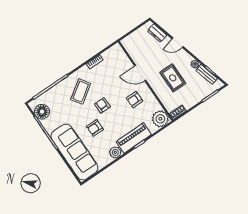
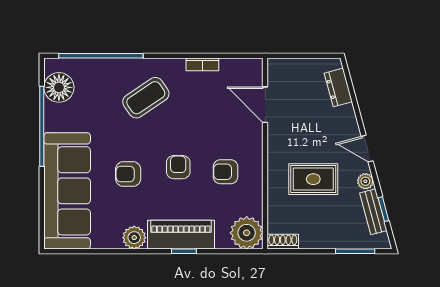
door: (177, 43) -> (367, 149), moved
door: (140, 73) -> (265, 105), moved
rug: (173, 78) -> (313, 179), turned 90
armchair: (102, 105) -> (178, 167), moved

